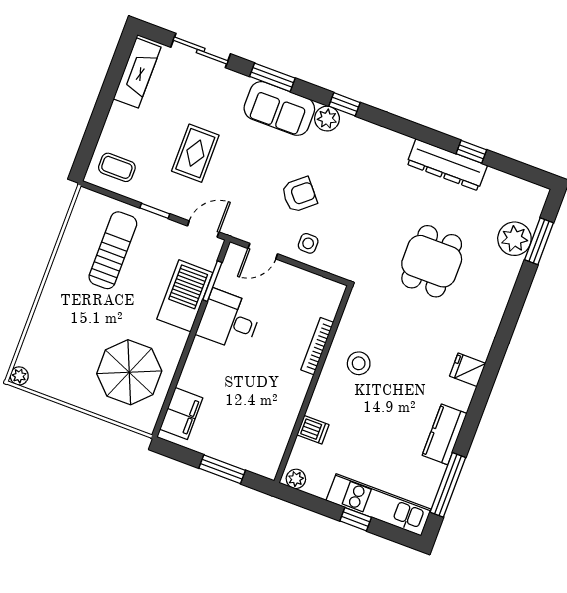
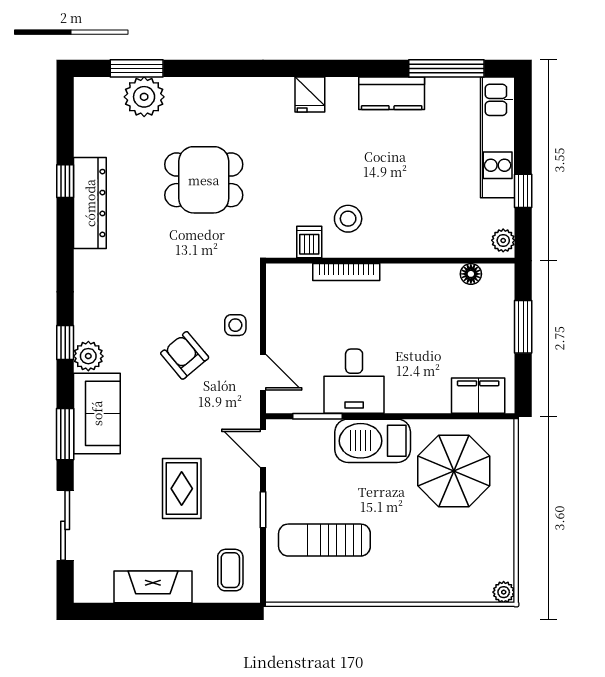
fireplace: (137, 73) -> (153, 587), moved
rug: (195, 153) -> (182, 489), turned 90
barbecue: (185, 296) -> (373, 441), moved
dishwasher: (313, 430) -> (309, 242), moved
floor lamp: (279, 444) -> (471, 274), added
window: (356, 519) -> (523, 191), moved

